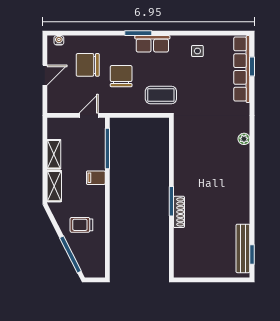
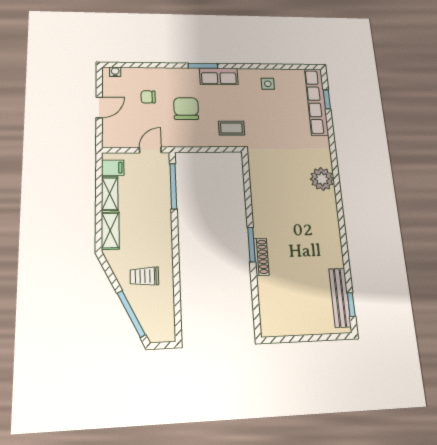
chair: (88, 65) -> (148, 97), width x0.54, depth x0.54
coffee table: (161, 95) -> (232, 128), width x0.73, depth x0.77
plant: (244, 139) -> (322, 179), width x1.88, depth x1.88
filing cabinet: (96, 178) -> (113, 168), moved, turned 180

